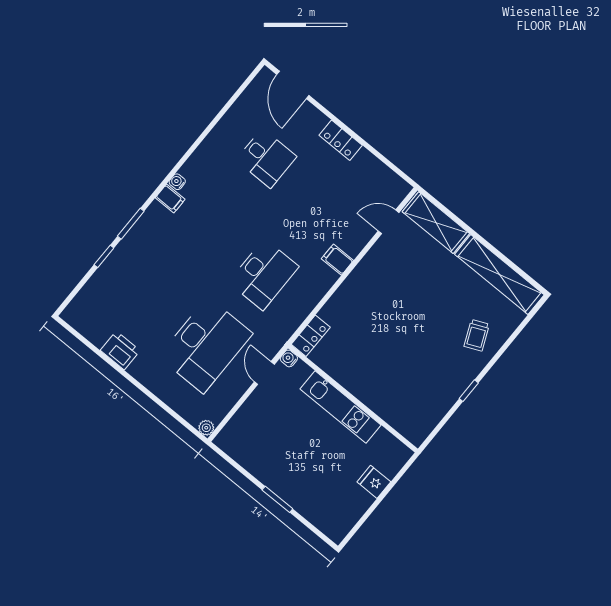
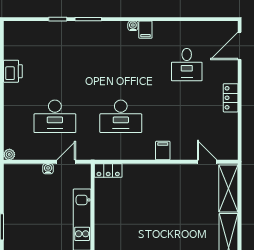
filing cabinet: (170, 199) -> (145, 30), moved
desk: (206, 345) -> (55, 116), width x0.73, depth x0.77
water cooler: (289, 358) -> (48, 169), moved

